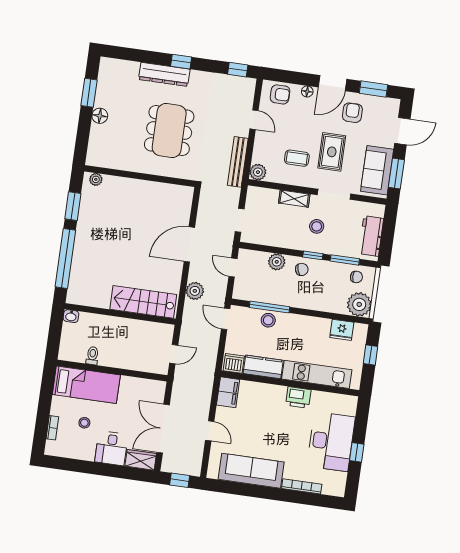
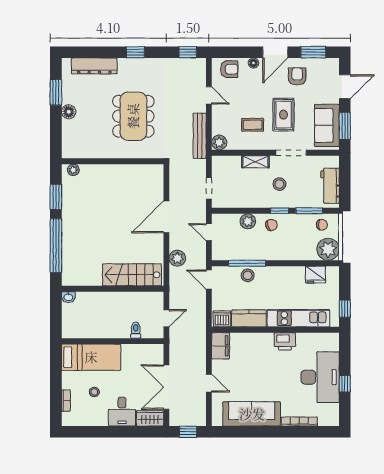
dresser: (164, 74) -> (94, 66), moved
window: (371, 355) -> (345, 309), moved
toilet: (92, 356) -> (136, 330), moved

